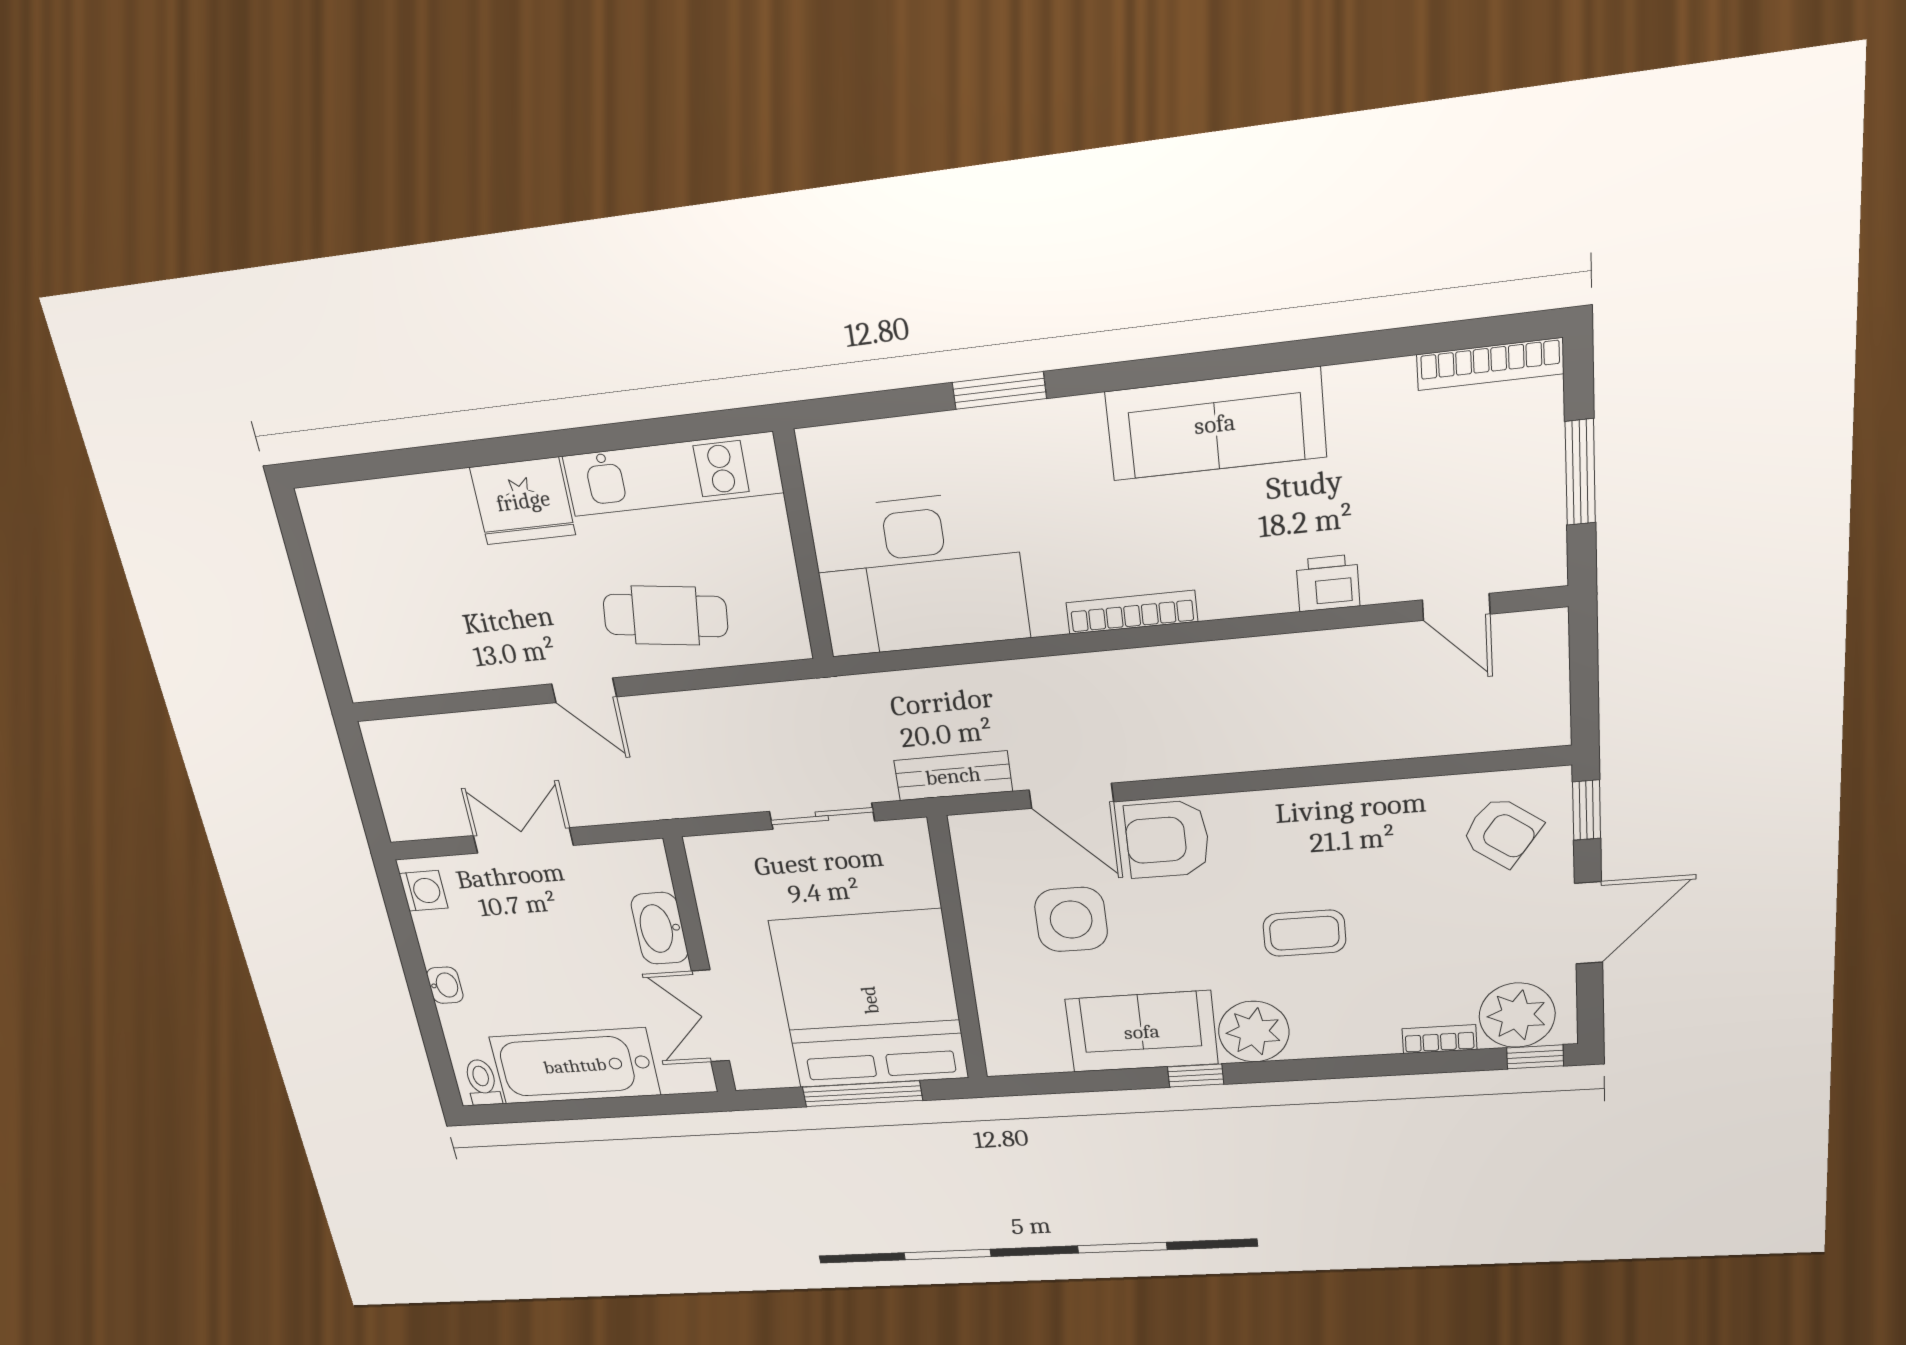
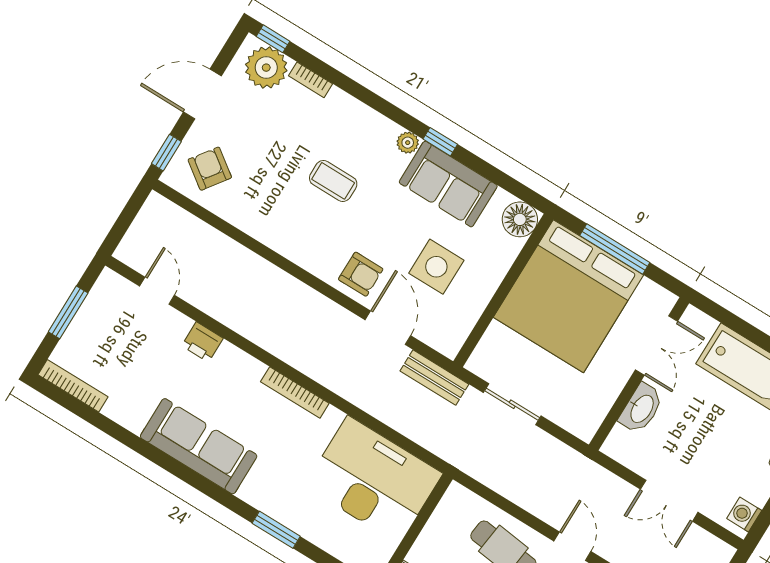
armchair: (1167, 839) -> (361, 274), width x0.72, depth x0.72
plant: (1254, 1032) -> (408, 143), width x0.53, depth x0.53
floor lamp: (1011, 1050) -> (520, 219), added

